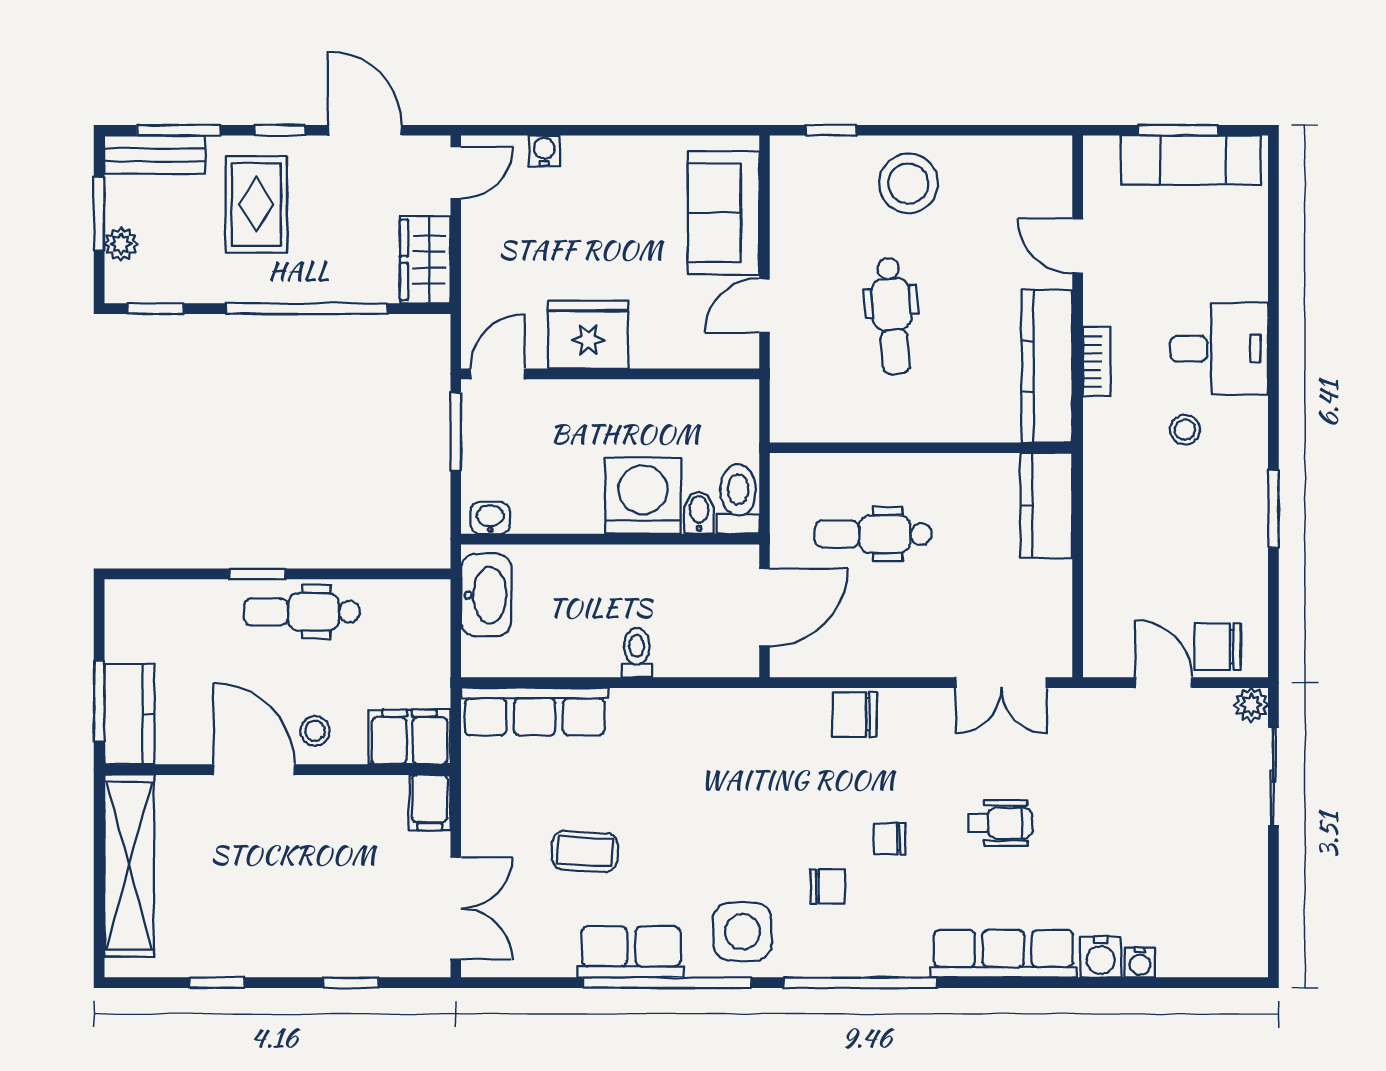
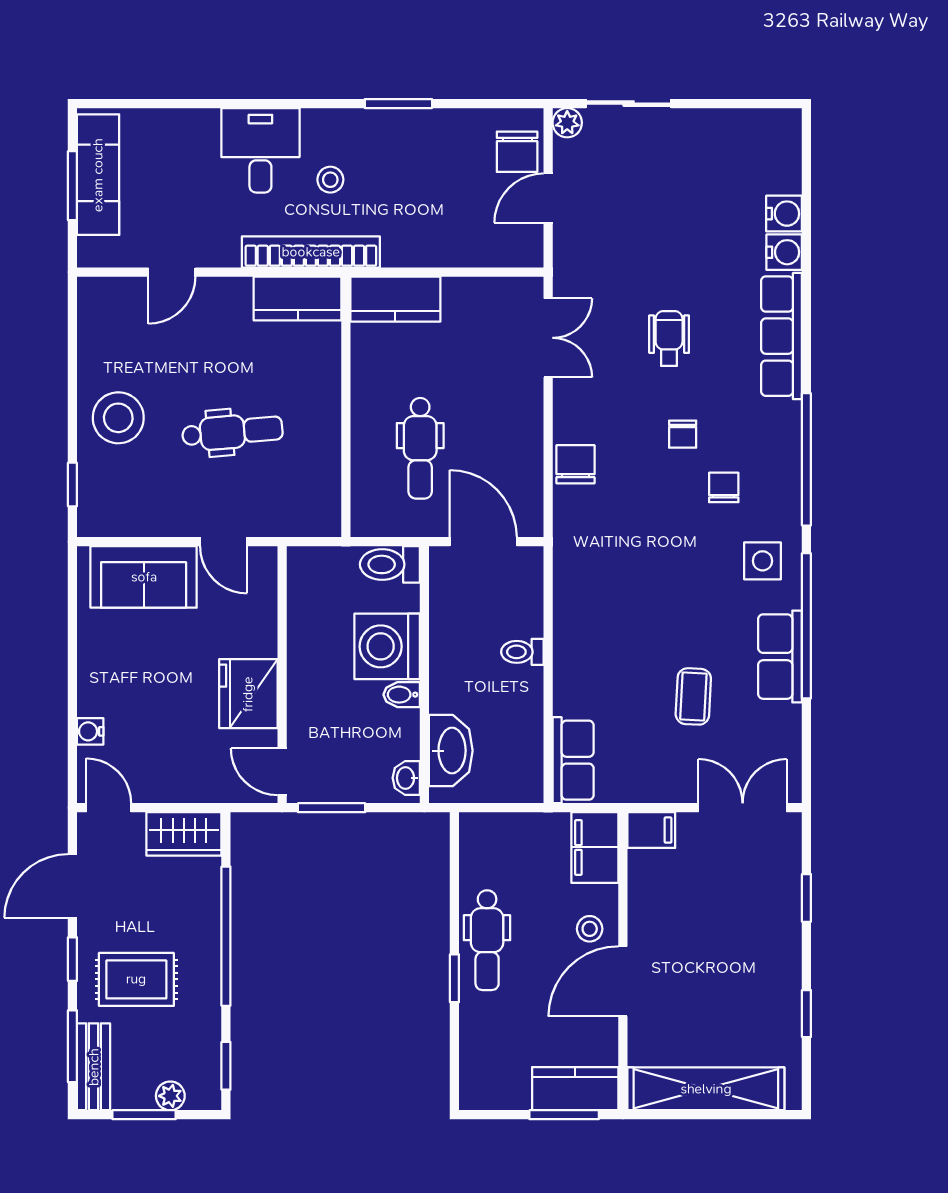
bookcase: (1097, 362) -> (311, 252), width x2.31, depth x1.31
kitchen counter: (1047, 366) -> (298, 298), width x0.67
bidet: (699, 513) -> (402, 695), moved
washbasin: (486, 595) -> (451, 751), moved, turned 90
row of seats: (535, 712) -> (573, 760), width x0.68
chair: (855, 714) -> (576, 464), turned 180
side table: (742, 932) -> (763, 561), width x0.73, depth x0.73
water cooler: (1140, 962) -> (784, 214), width x1.38, depth x1.38

